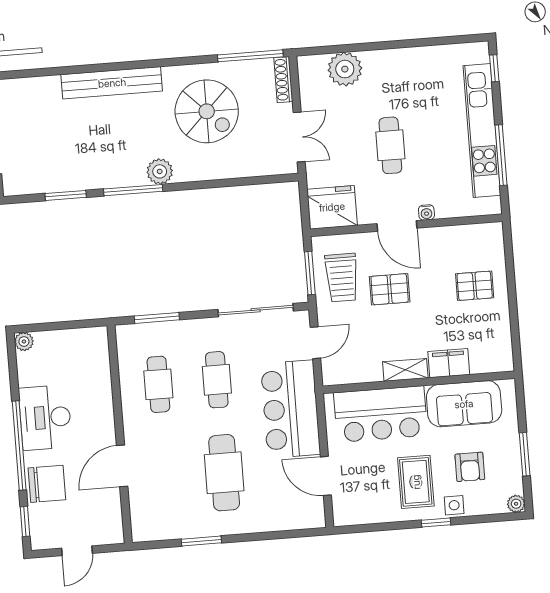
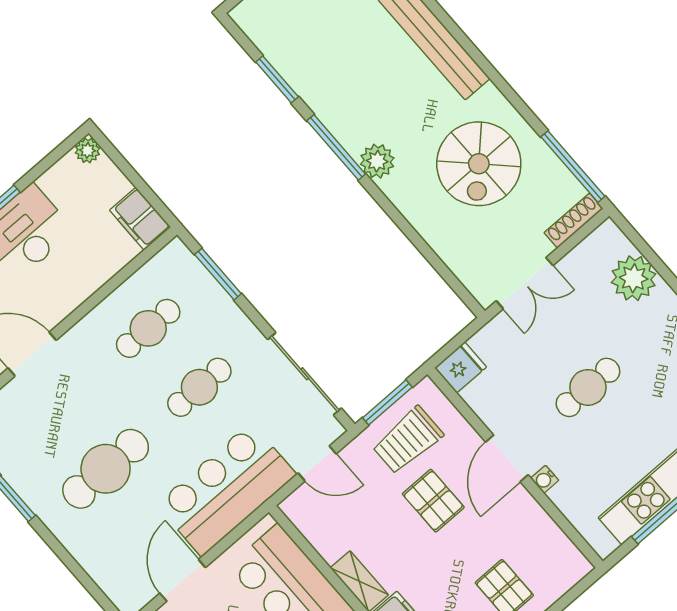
fridge: (332, 207) -> (461, 367), width x0.53, depth x0.75
filing cabinet: (89, 340) -> (140, 219), added

